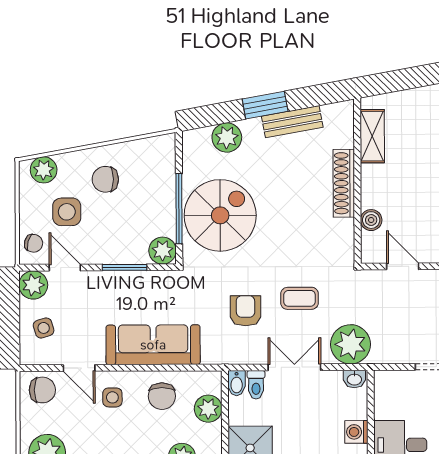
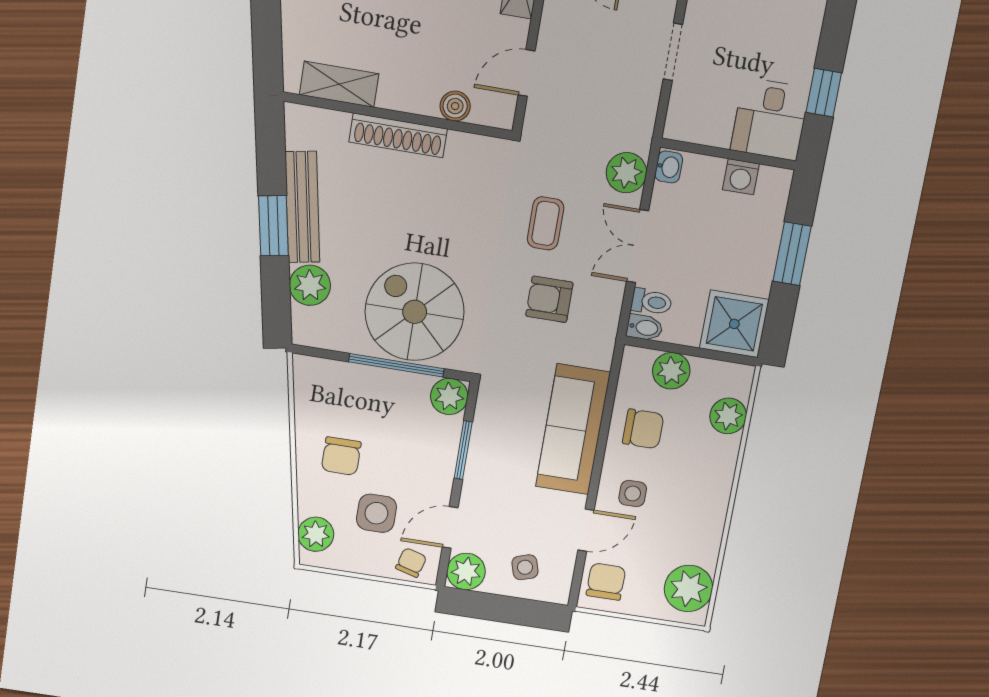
bench: (292, 122) -> (302, 207), width x1.36
plant: (350, 344) -> (626, 173), width x0.73, depth x0.73

